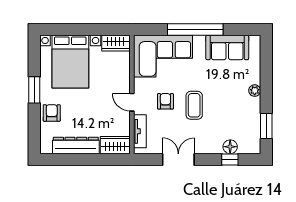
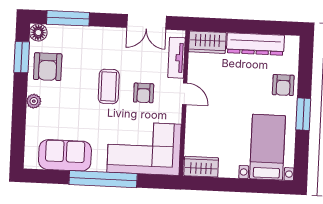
bed with nightstands: (70, 62) -> (267, 147), width x0.73
armchair: (245, 119) -> (48, 67), added
floor lamp: (230, 147) -> (38, 33), moved
double door: (178, 159) -> (147, 22), moved
window: (230, 159) -> (68, 18), width x2.17

